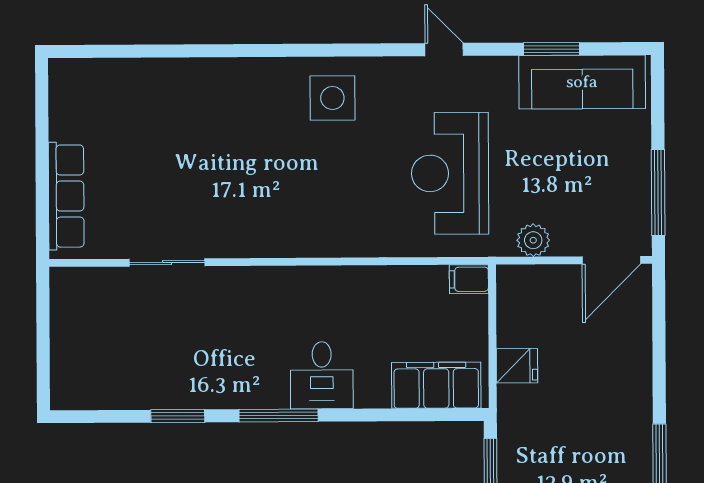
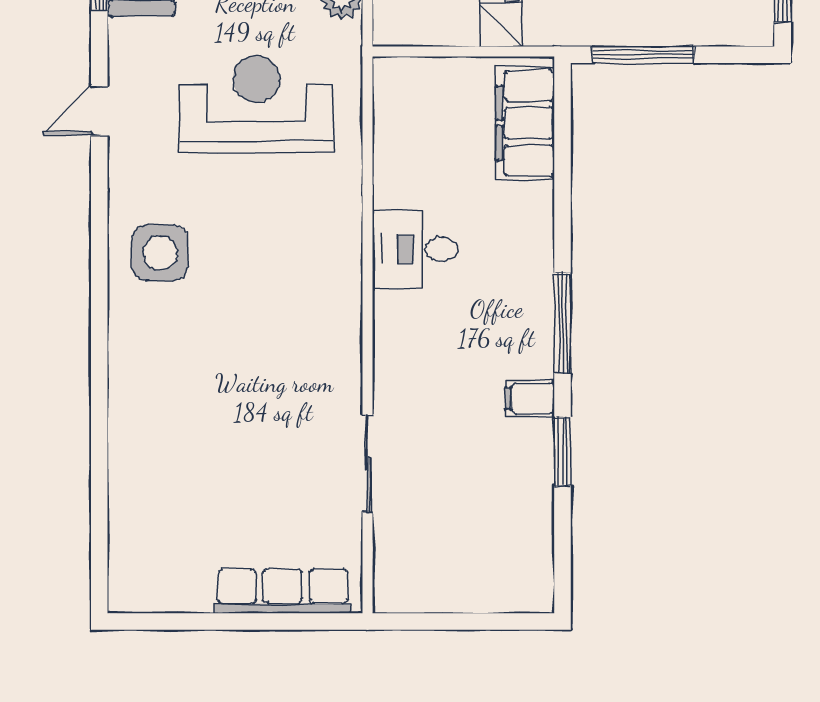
reception desk: (450, 173) -> (256, 104), turned 180
filing cabinet: (469, 279) -> (530, 398), moved, turned 90
desk: (322, 375) -> (415, 249), moved, turned 180

